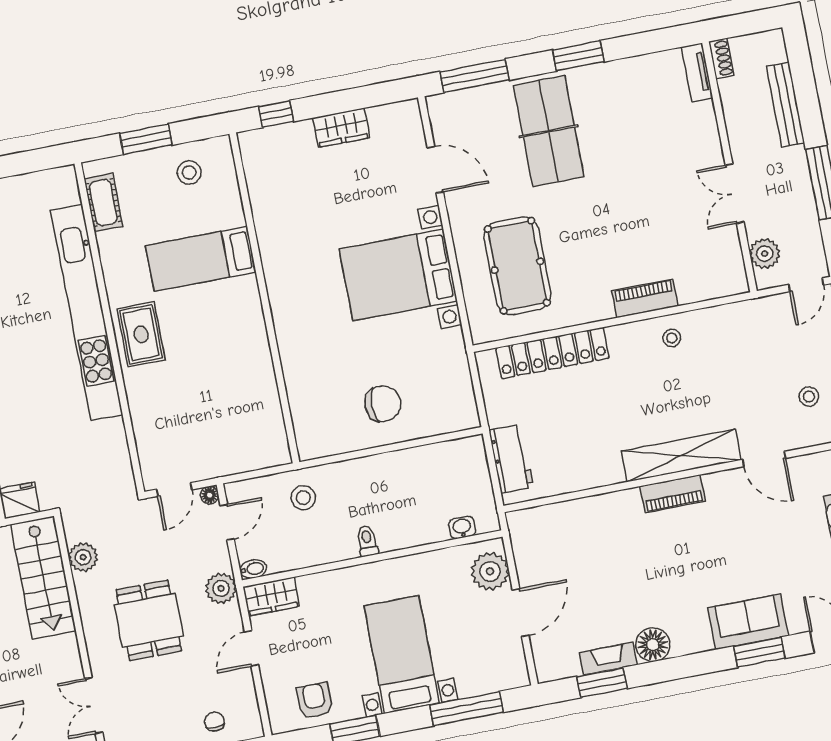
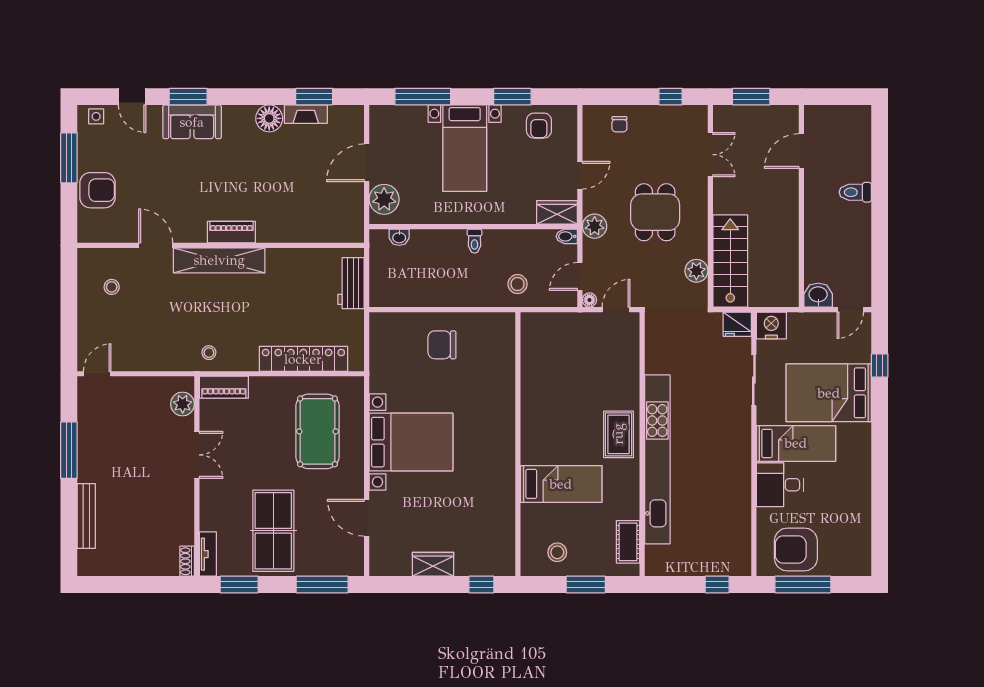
shoe rack: (721, 58) -> (187, 561), moved
tv unit: (697, 72) -> (208, 554), moved
wall: (729, 167) -> (197, 476), moved
double door: (735, 194) -> (197, 455), moved
plant: (765, 254) -> (183, 404), moved

